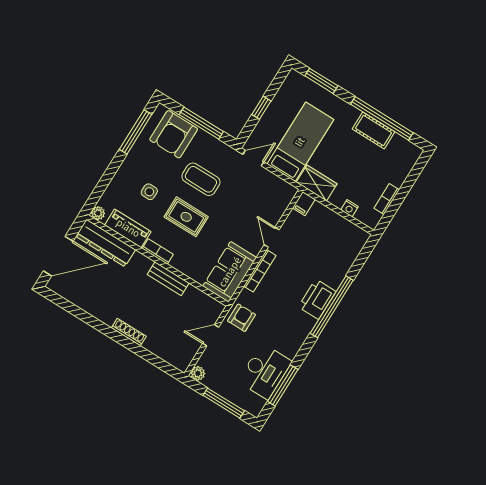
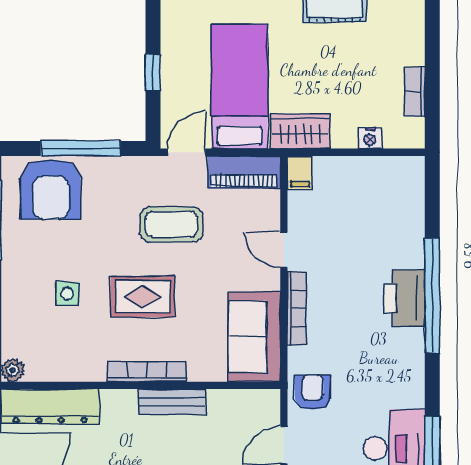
coffee table: (201, 179) -> (172, 224), moved
piano: (128, 228) -> (244, 172), moved, turned 180
bookcase: (158, 251) -> (147, 372), width x1.56

